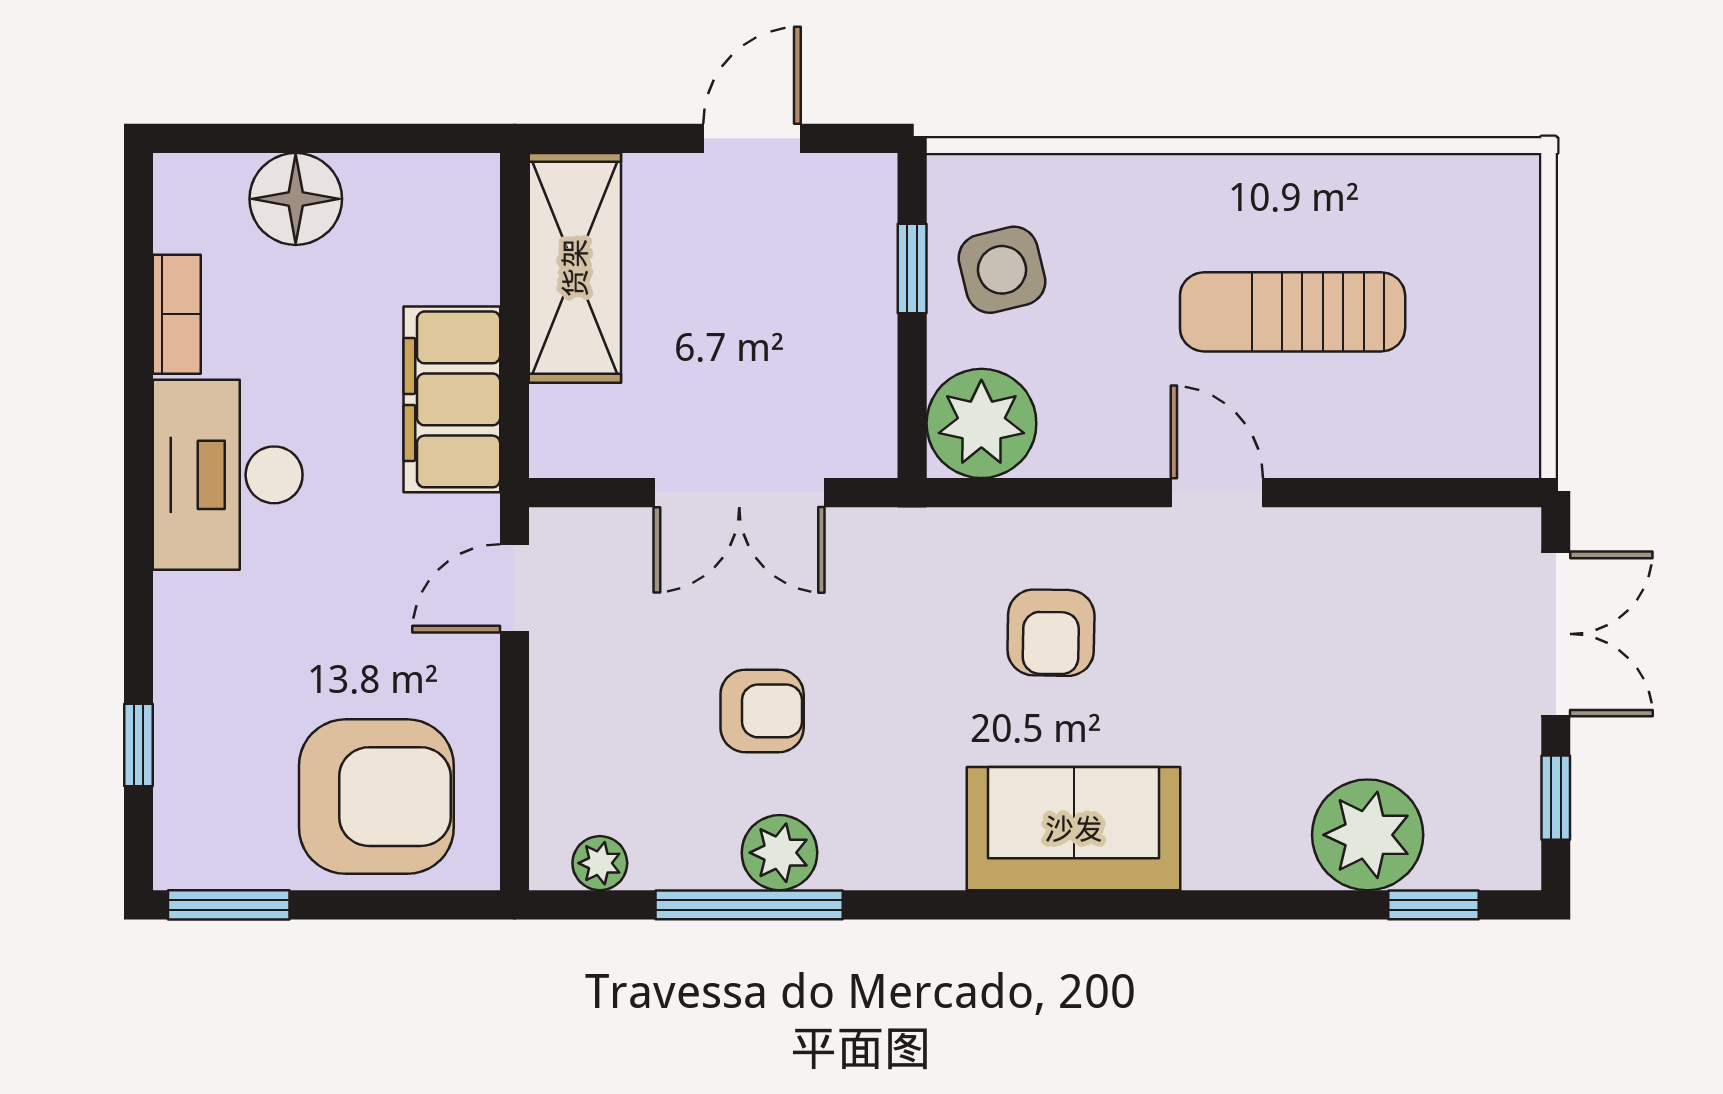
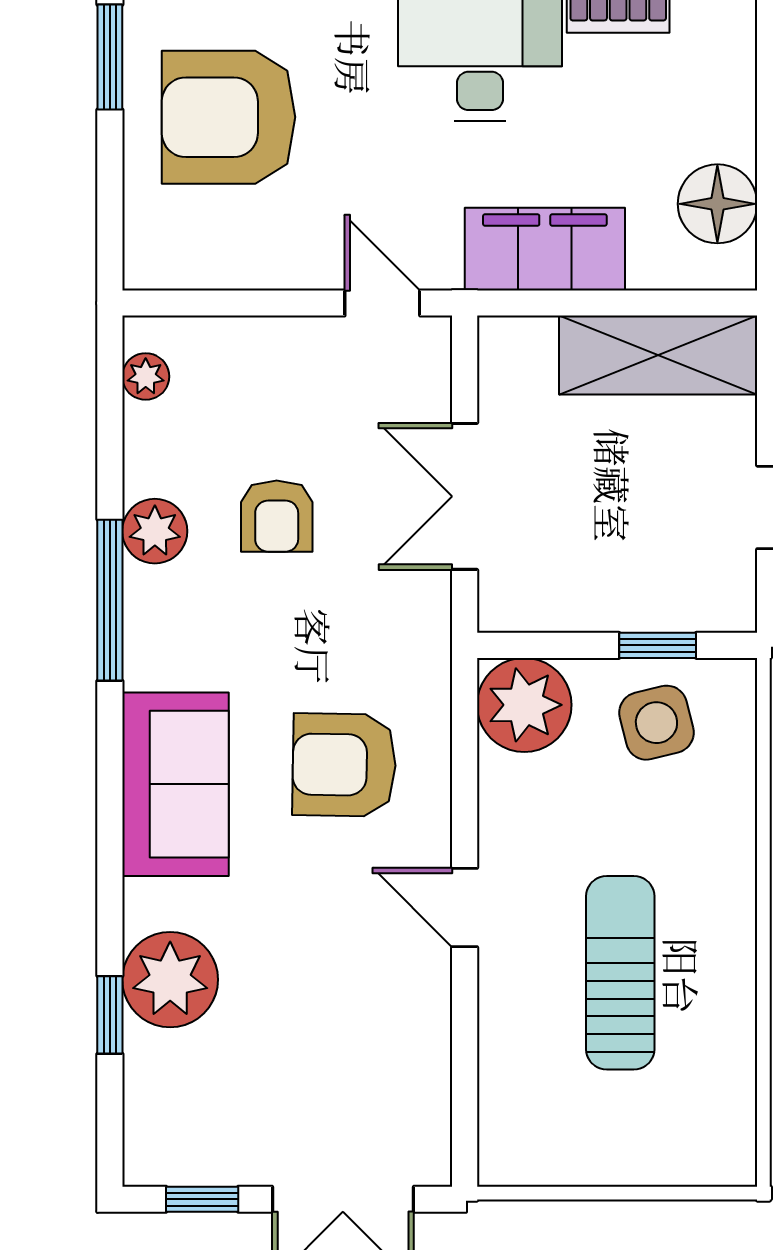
floor lamp: (296, 199) -> (717, 204), moved
door: (1217, 493) -> (465, 908), swing flipped
armchair: (1051, 633) -> (344, 765), width x1.38, depth x1.38
armchair: (376, 797) -> (228, 117), moved, turned 90
plant: (1368, 835) -> (170, 980), moved
window: (749, 905) -> (110, 600), moved
window: (1433, 905) -> (110, 1015), moved

